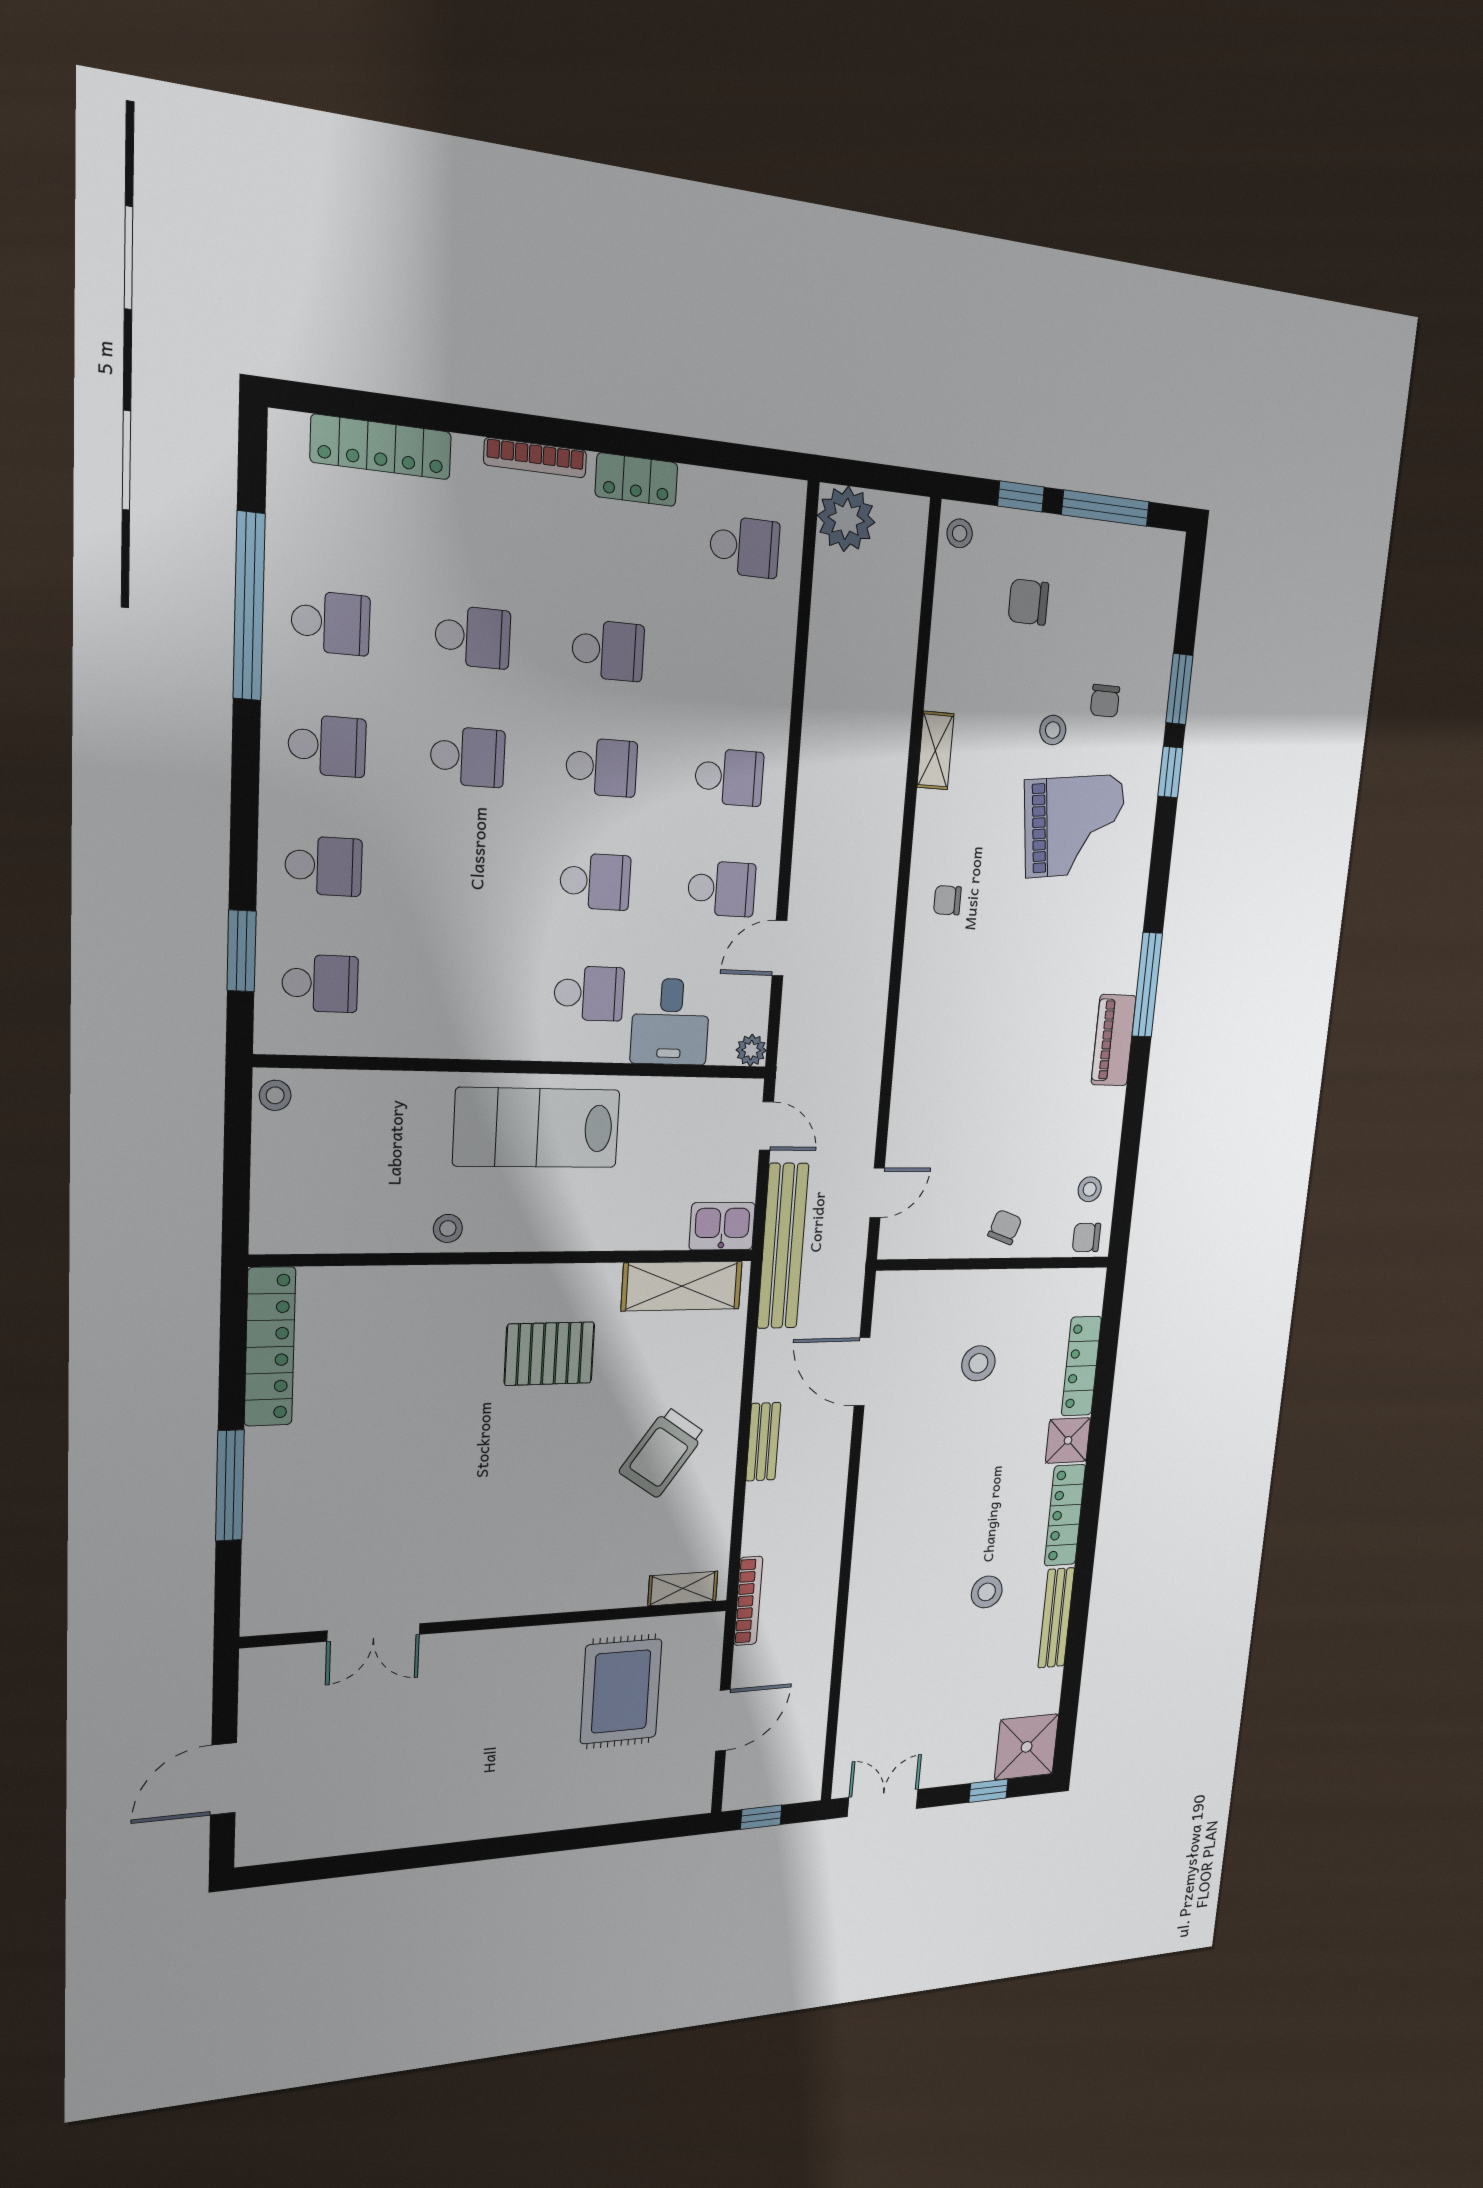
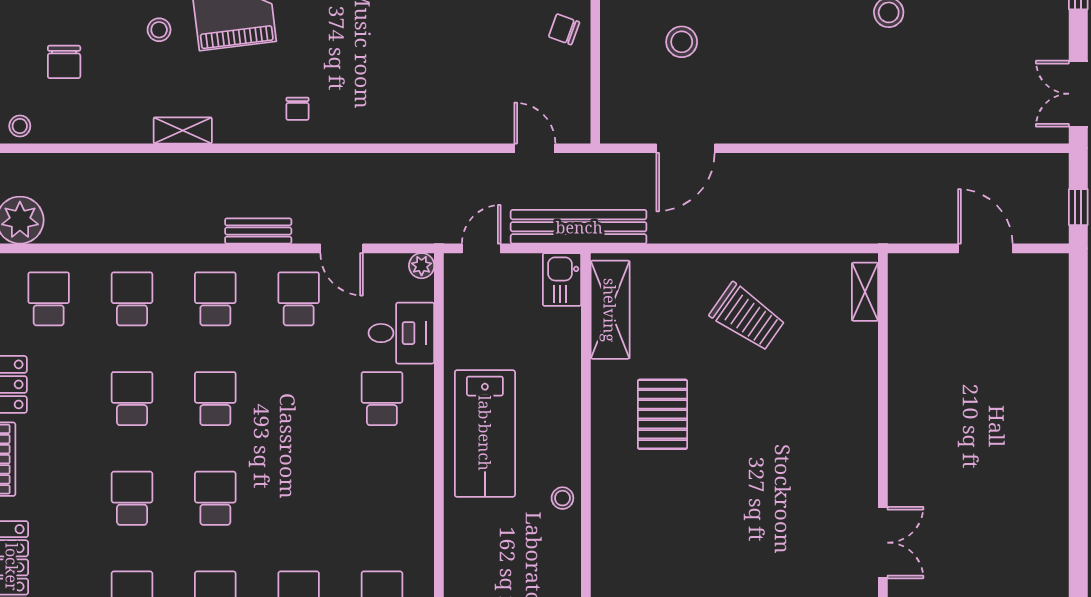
school desk: (595, 882) -> (132, 299), moved
bench: (763, 1442) -> (258, 231), moved
bookcase: (748, 1601) -> (880, 234), removed
rug: (621, 1691) -> (951, 339), removed

